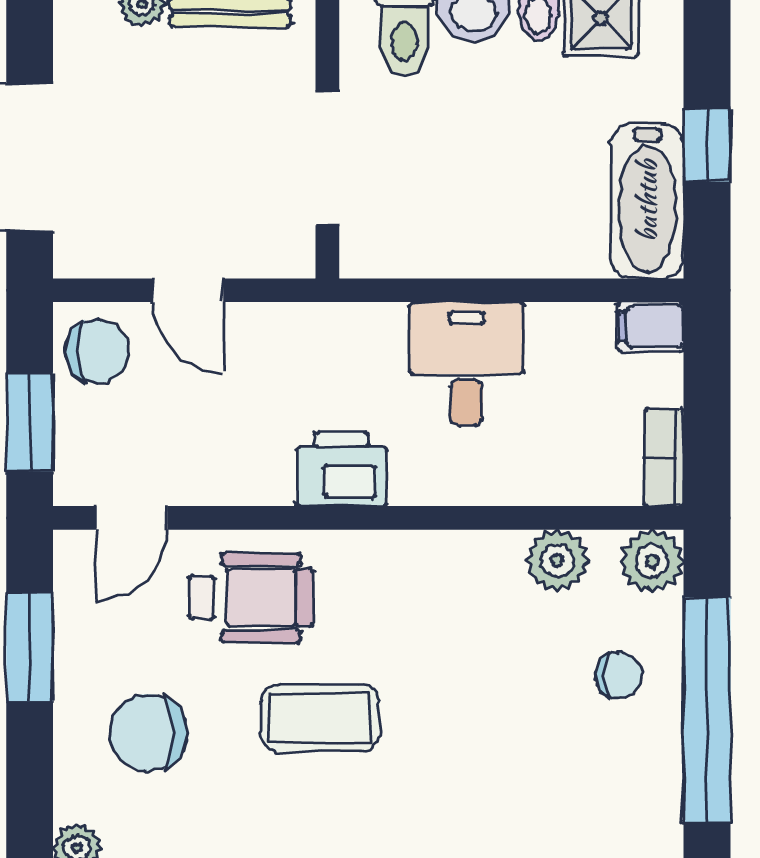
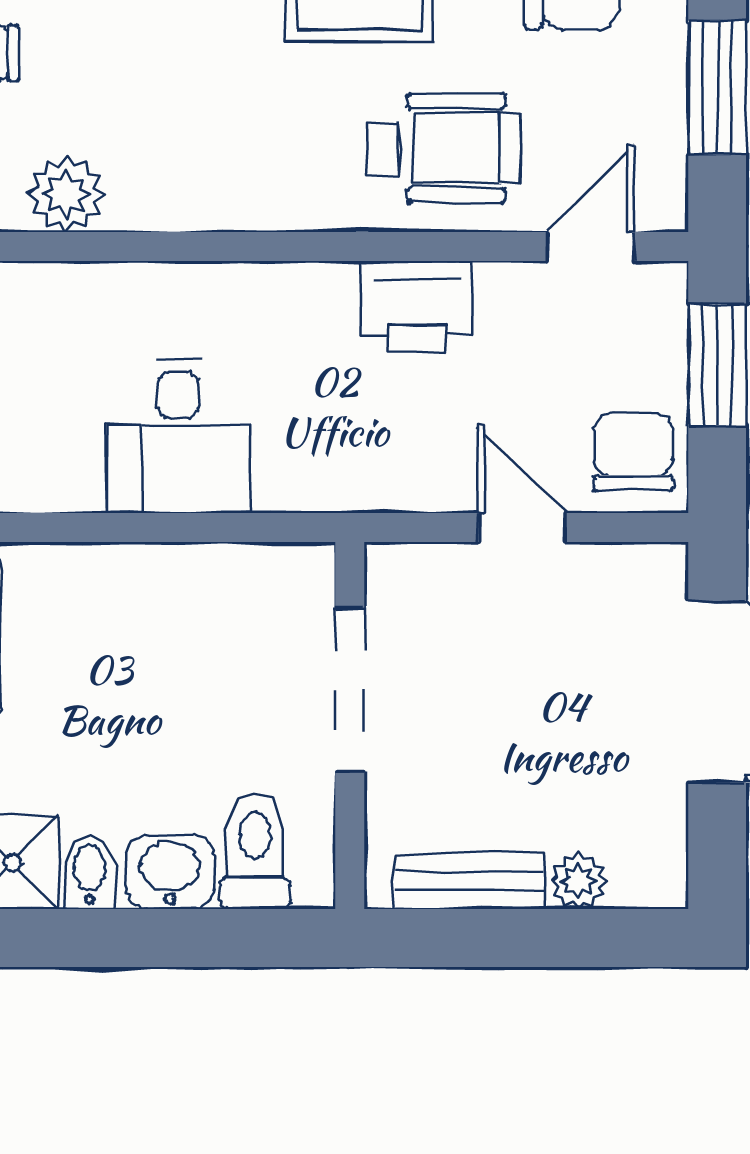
chair: (98, 352) -> (633, 452), turned 90
printer: (342, 469) -> (417, 307), moved
wheelchair: (251, 598) -> (444, 148), turned 180

